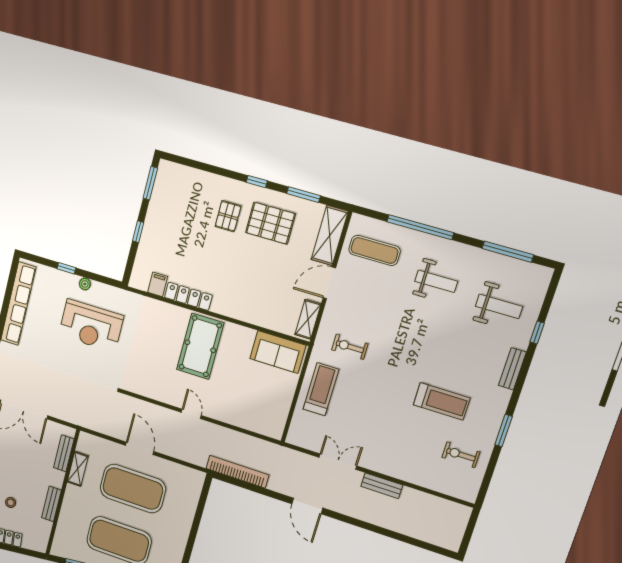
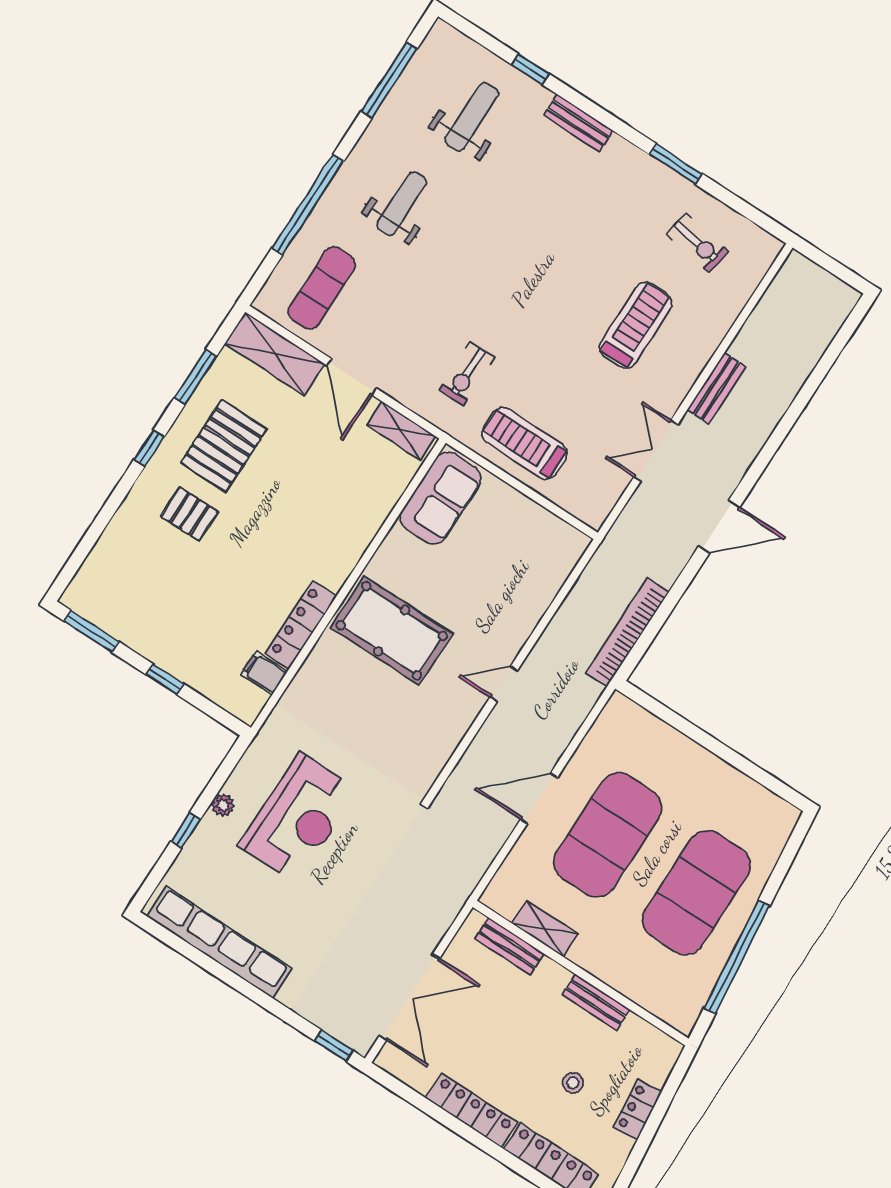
treadmill: (442, 401) -> (636, 325), moved
exercise bike: (461, 455) -> (698, 243), turned -81

